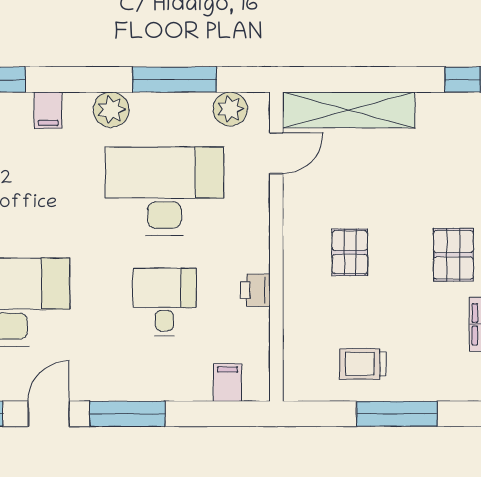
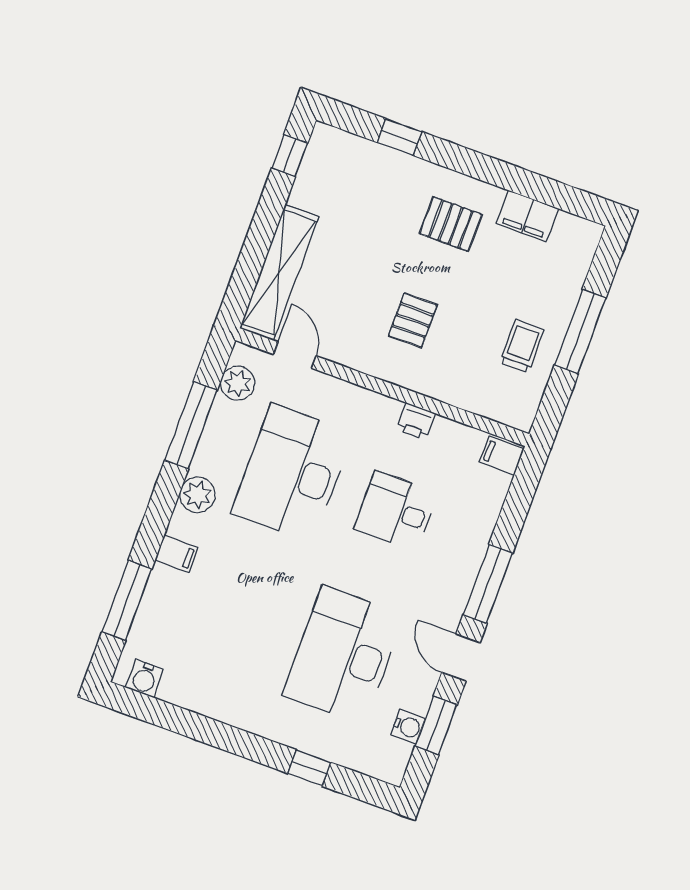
pallet: (350, 252) -> (413, 320), turned 90
trolley: (363, 364) -> (522, 346), turned 180
filing cabinet: (228, 383) -> (502, 456), moved

